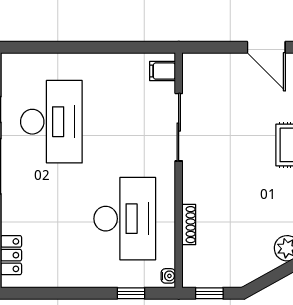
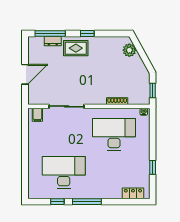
door: (266, 47) -> (25, 74), moved
window: (131, 293) -> (153, 167), moved

